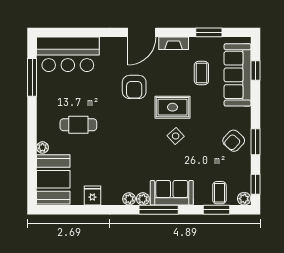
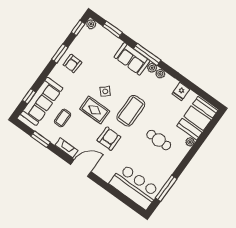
armchair: (234, 141) -> (72, 63), turned 139
coffee table: (219, 193) -> (131, 111), moved, width x1.86, depth x1.72

